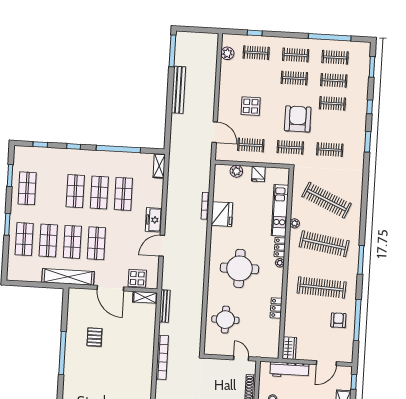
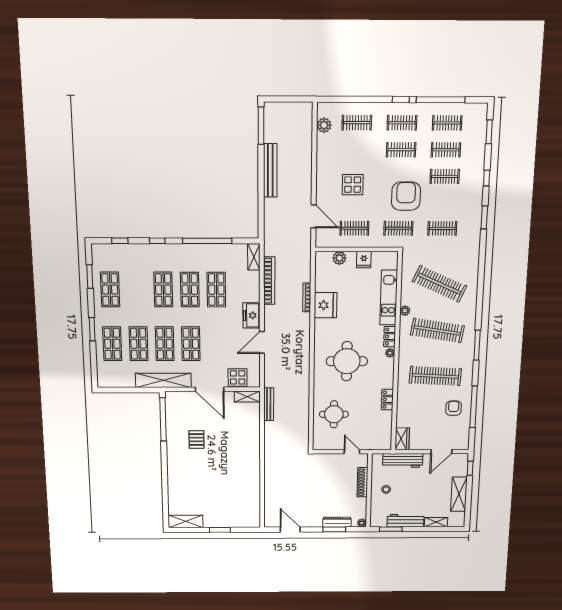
window: (255, 33) -> (401, 100), moved
window: (62, 353) -> (163, 419), moved
bookcase: (162, 357) -> (269, 281), moved

